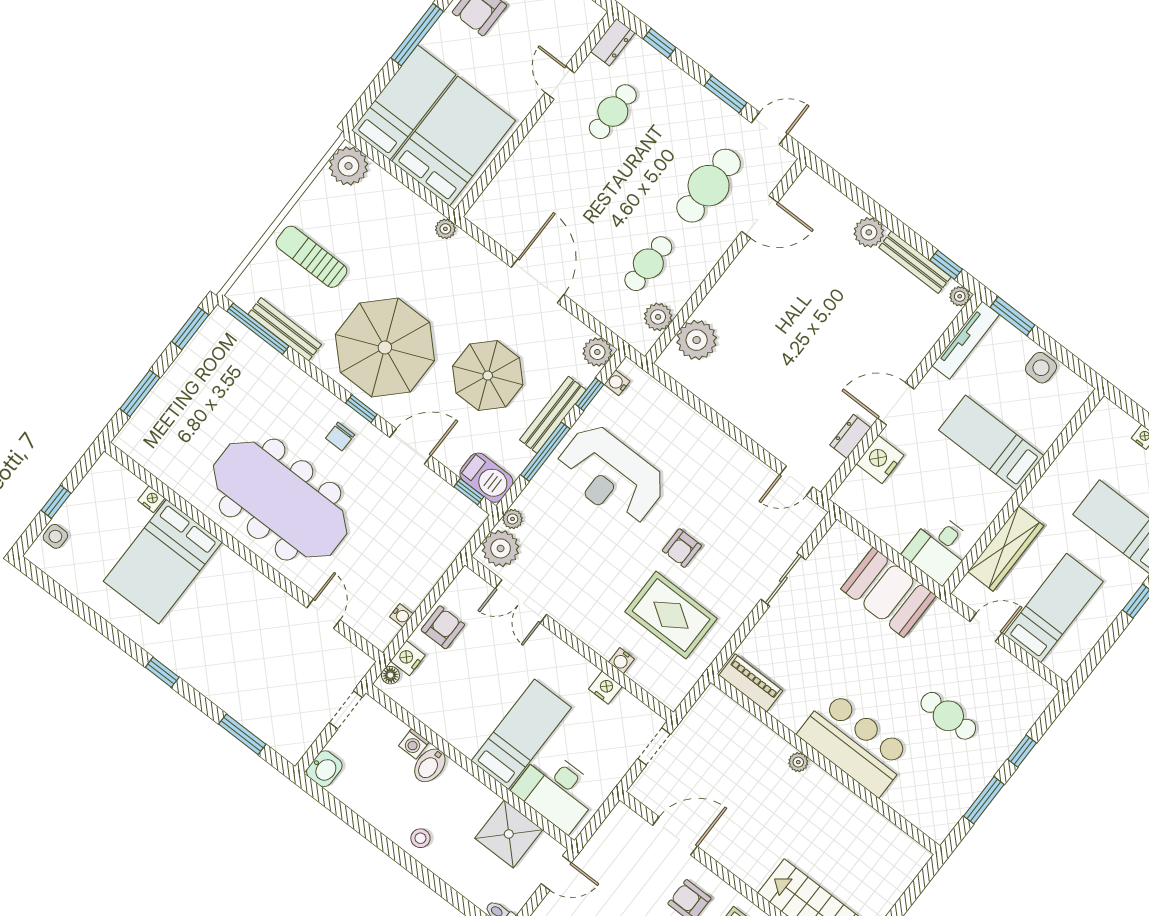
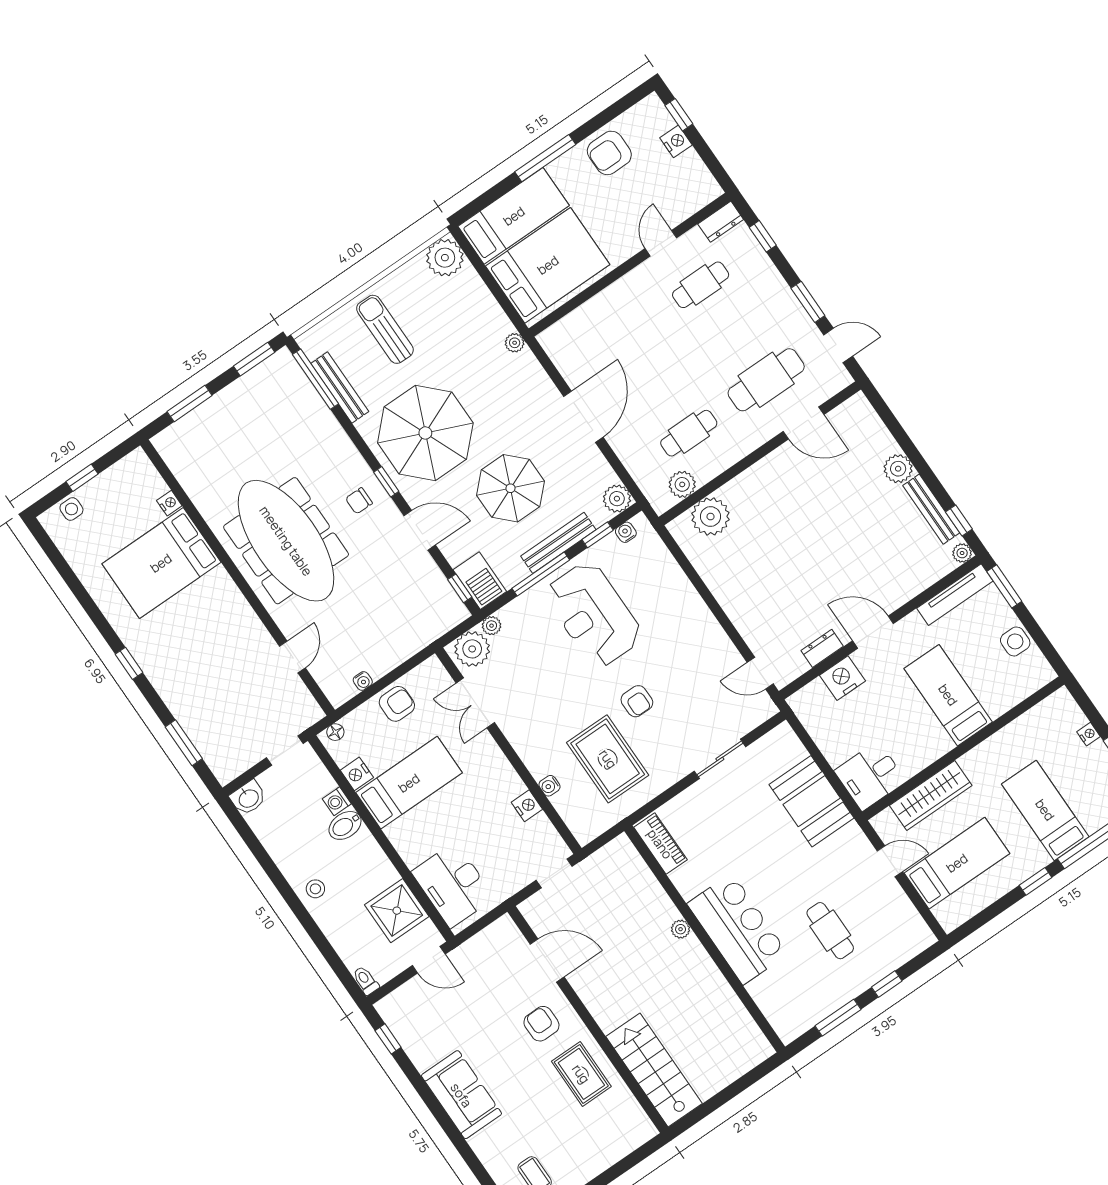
armchair: (682, 548) -> (637, 701), turned -90
nightstand: (408, 658) -> (357, 774), moved, turned -90
bed: (521, 734) -> (409, 783), moved

